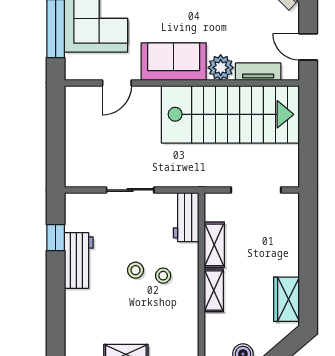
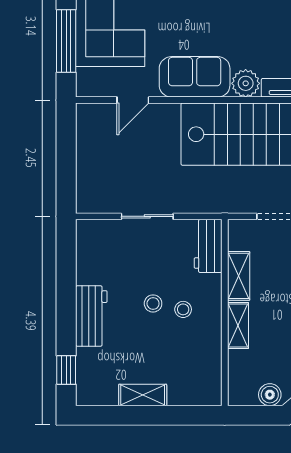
window: (56, 238) -> (66, 370), moved
workbench: (79, 260) -> (91, 316), moved

